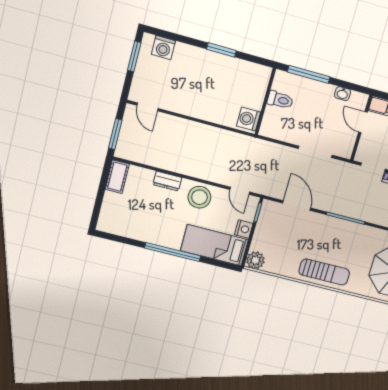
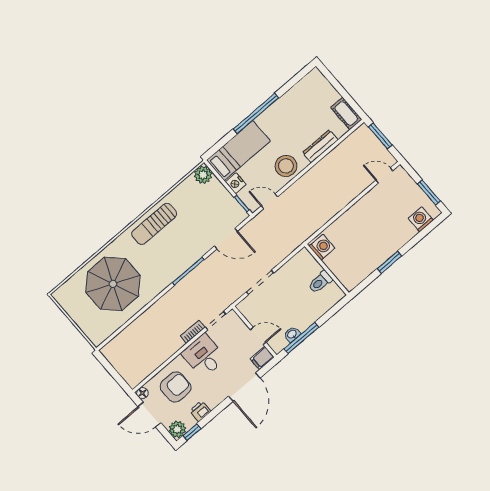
window: (309, 74) -> (301, 338), moved
dresser: (167, 181) -> (320, 146), width x1.44

